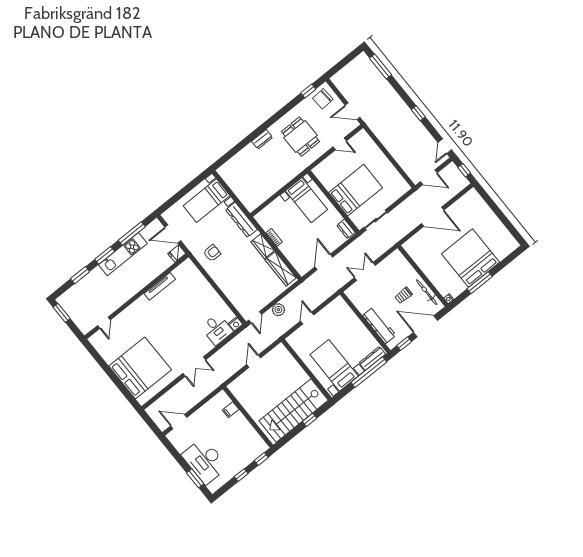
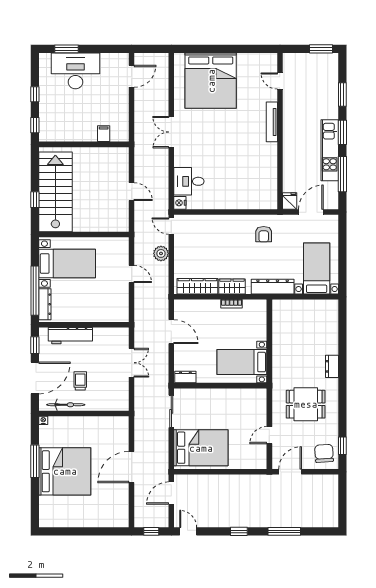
window: (381, 67) -> (284, 531), moved
bed: (356, 190) -> (201, 448), moved, turned -90
tv unit: (160, 286) -> (272, 122), moved

